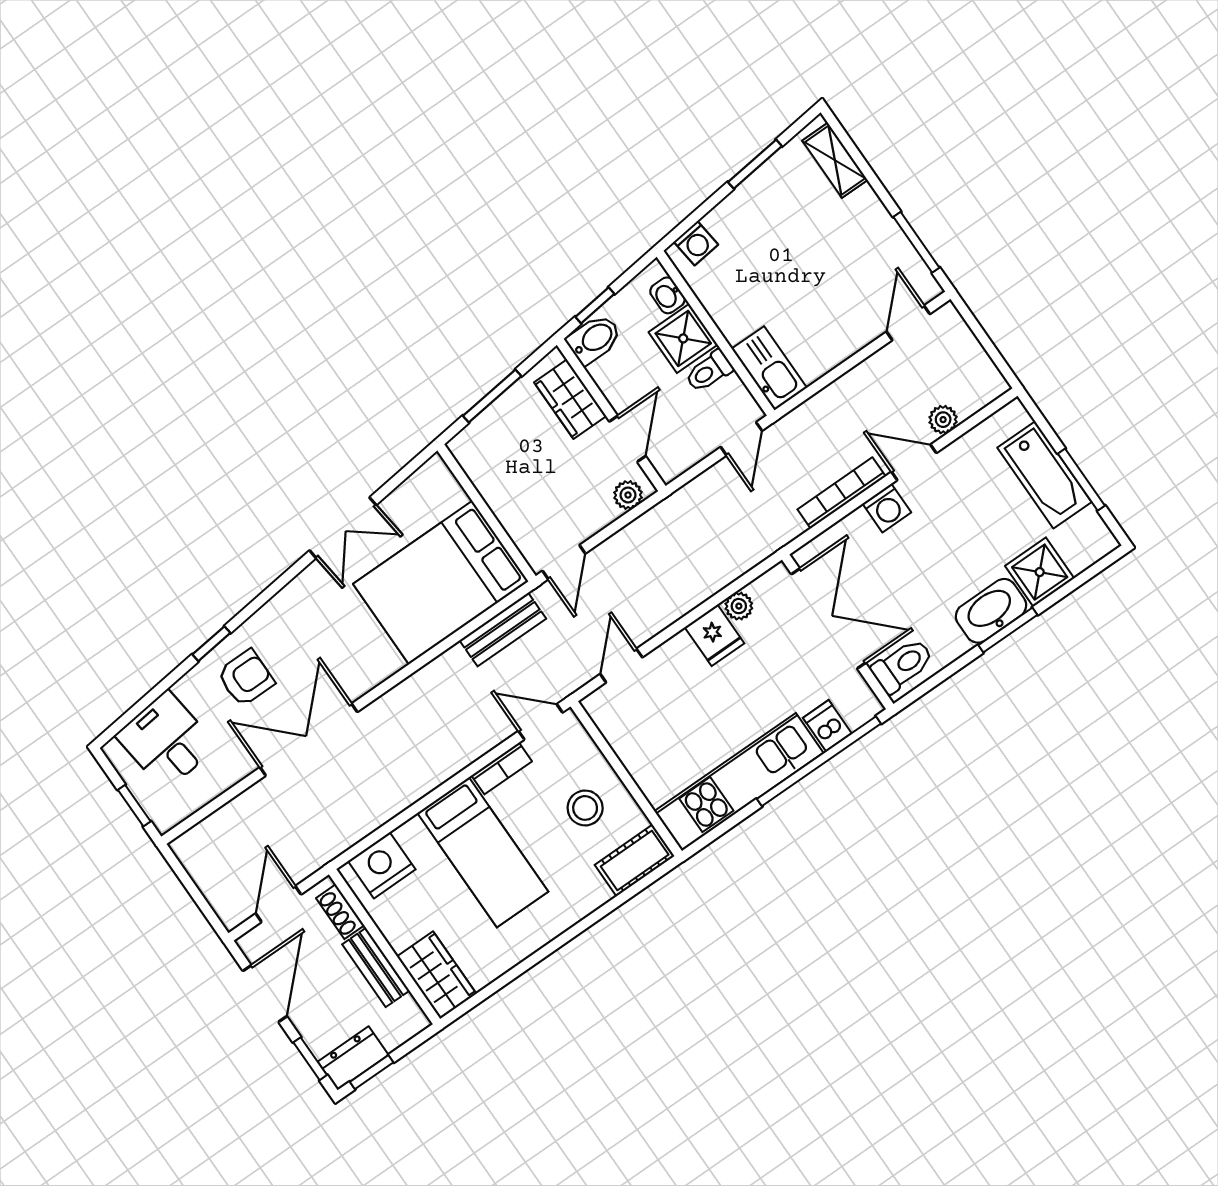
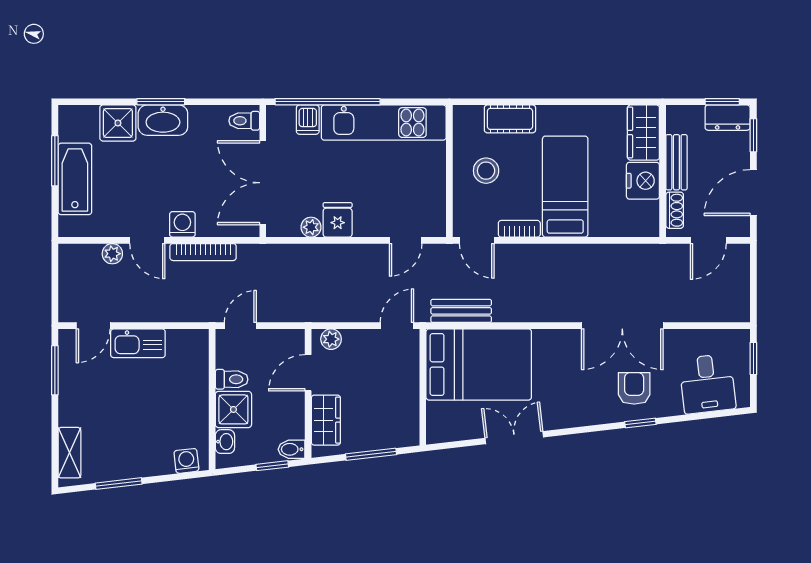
bidet: (594, 339) -> (292, 449), width x0.72, depth x0.74
kitchen sink: (769, 368) -> (138, 343), moved, turned -90
toilet: (902, 665) -> (244, 121), width x0.73, depth x0.72
armchair: (246, 678) -> (634, 388), turned 90
cot: (635, 861) -> (510, 119), moved
nightstand: (382, 865) -> (643, 181), moved, turned -90

